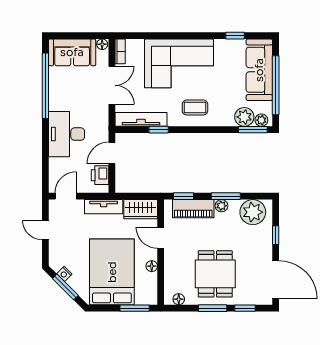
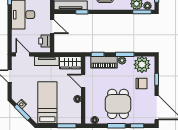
door: (112, 153) -> (52, 27), swing flipped
door: (66, 196) -> (23, 54), hinge flipped
chair: (252, 242) -> (141, 83), added
bed: (112, 272) -> (47, 103), width x0.67

